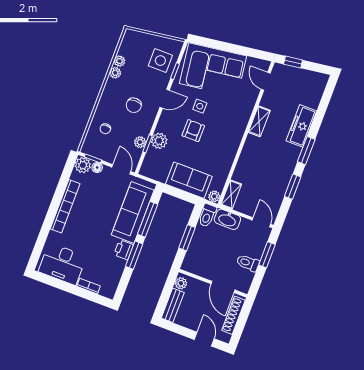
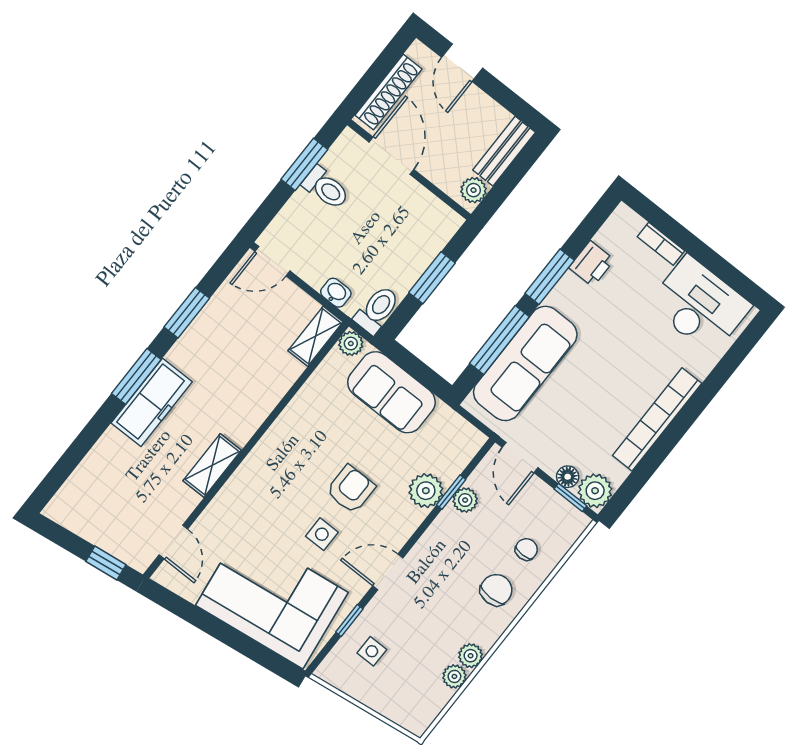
side table: (160, 61) -> (372, 651), width x0.54, depth x0.54
chair: (134, 105) -> (496, 590), moved
freezer: (301, 126) -> (152, 402), moved
armchair: (193, 131) -> (351, 489), turned 180
washbasin: (227, 219) -> (336, 293), width x0.52, depth x0.69
door: (261, 222) -> (272, 261), hinge flipped
printer: (124, 250) -> (592, 264), moved
window: (267, 255) -> (304, 164), moved

